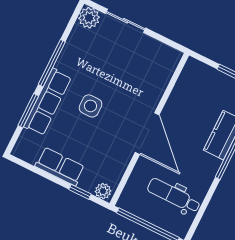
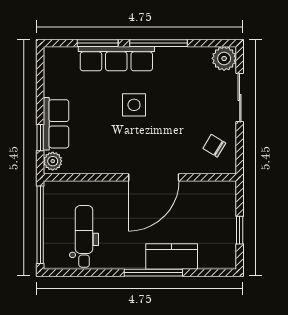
chair: (153, 59) -> (214, 146), added
door: (147, 134) -> (154, 177), moved
row of seats: (60, 166) -> (56, 124), moved

